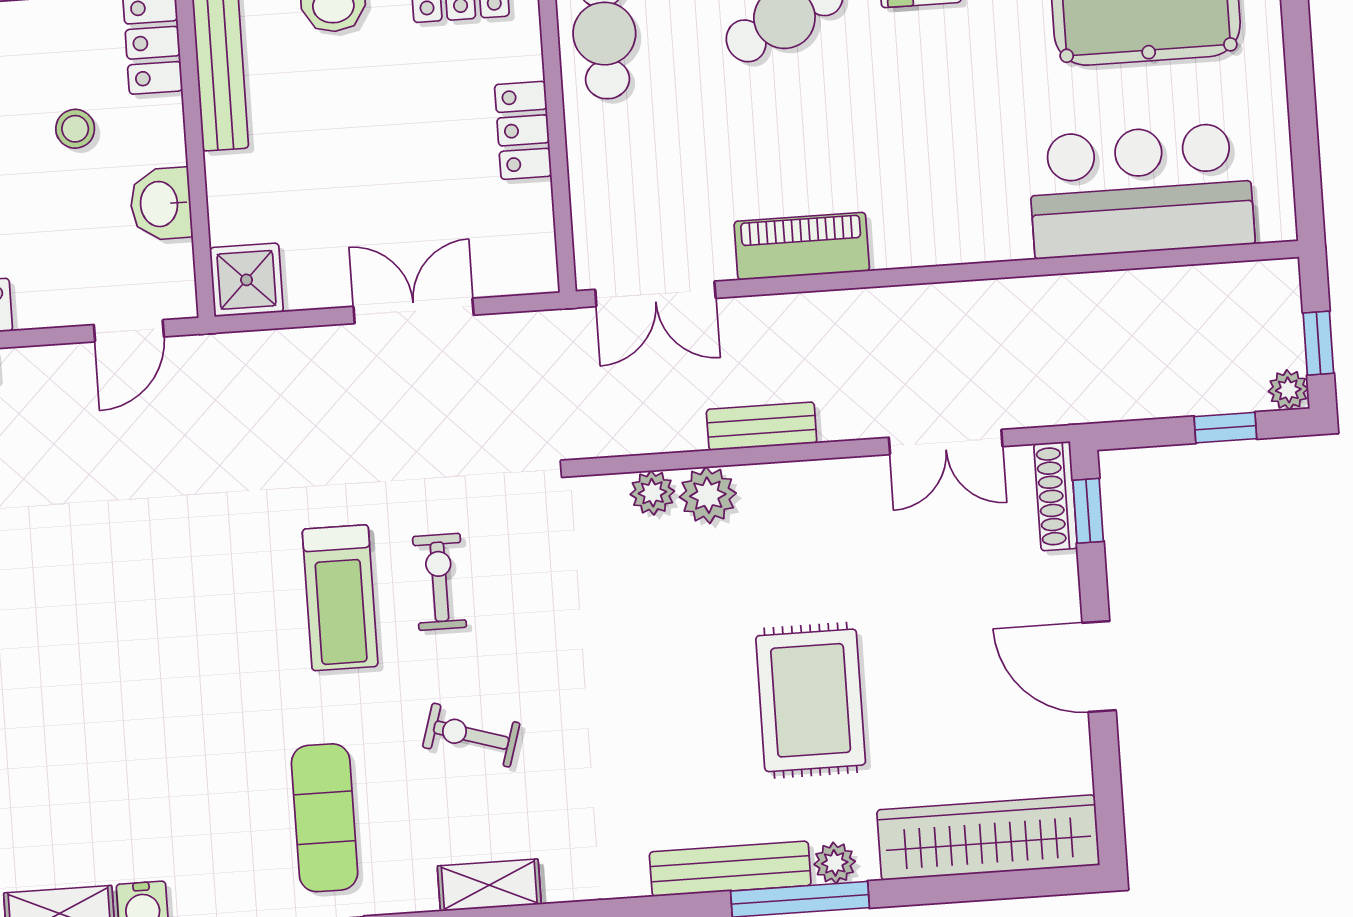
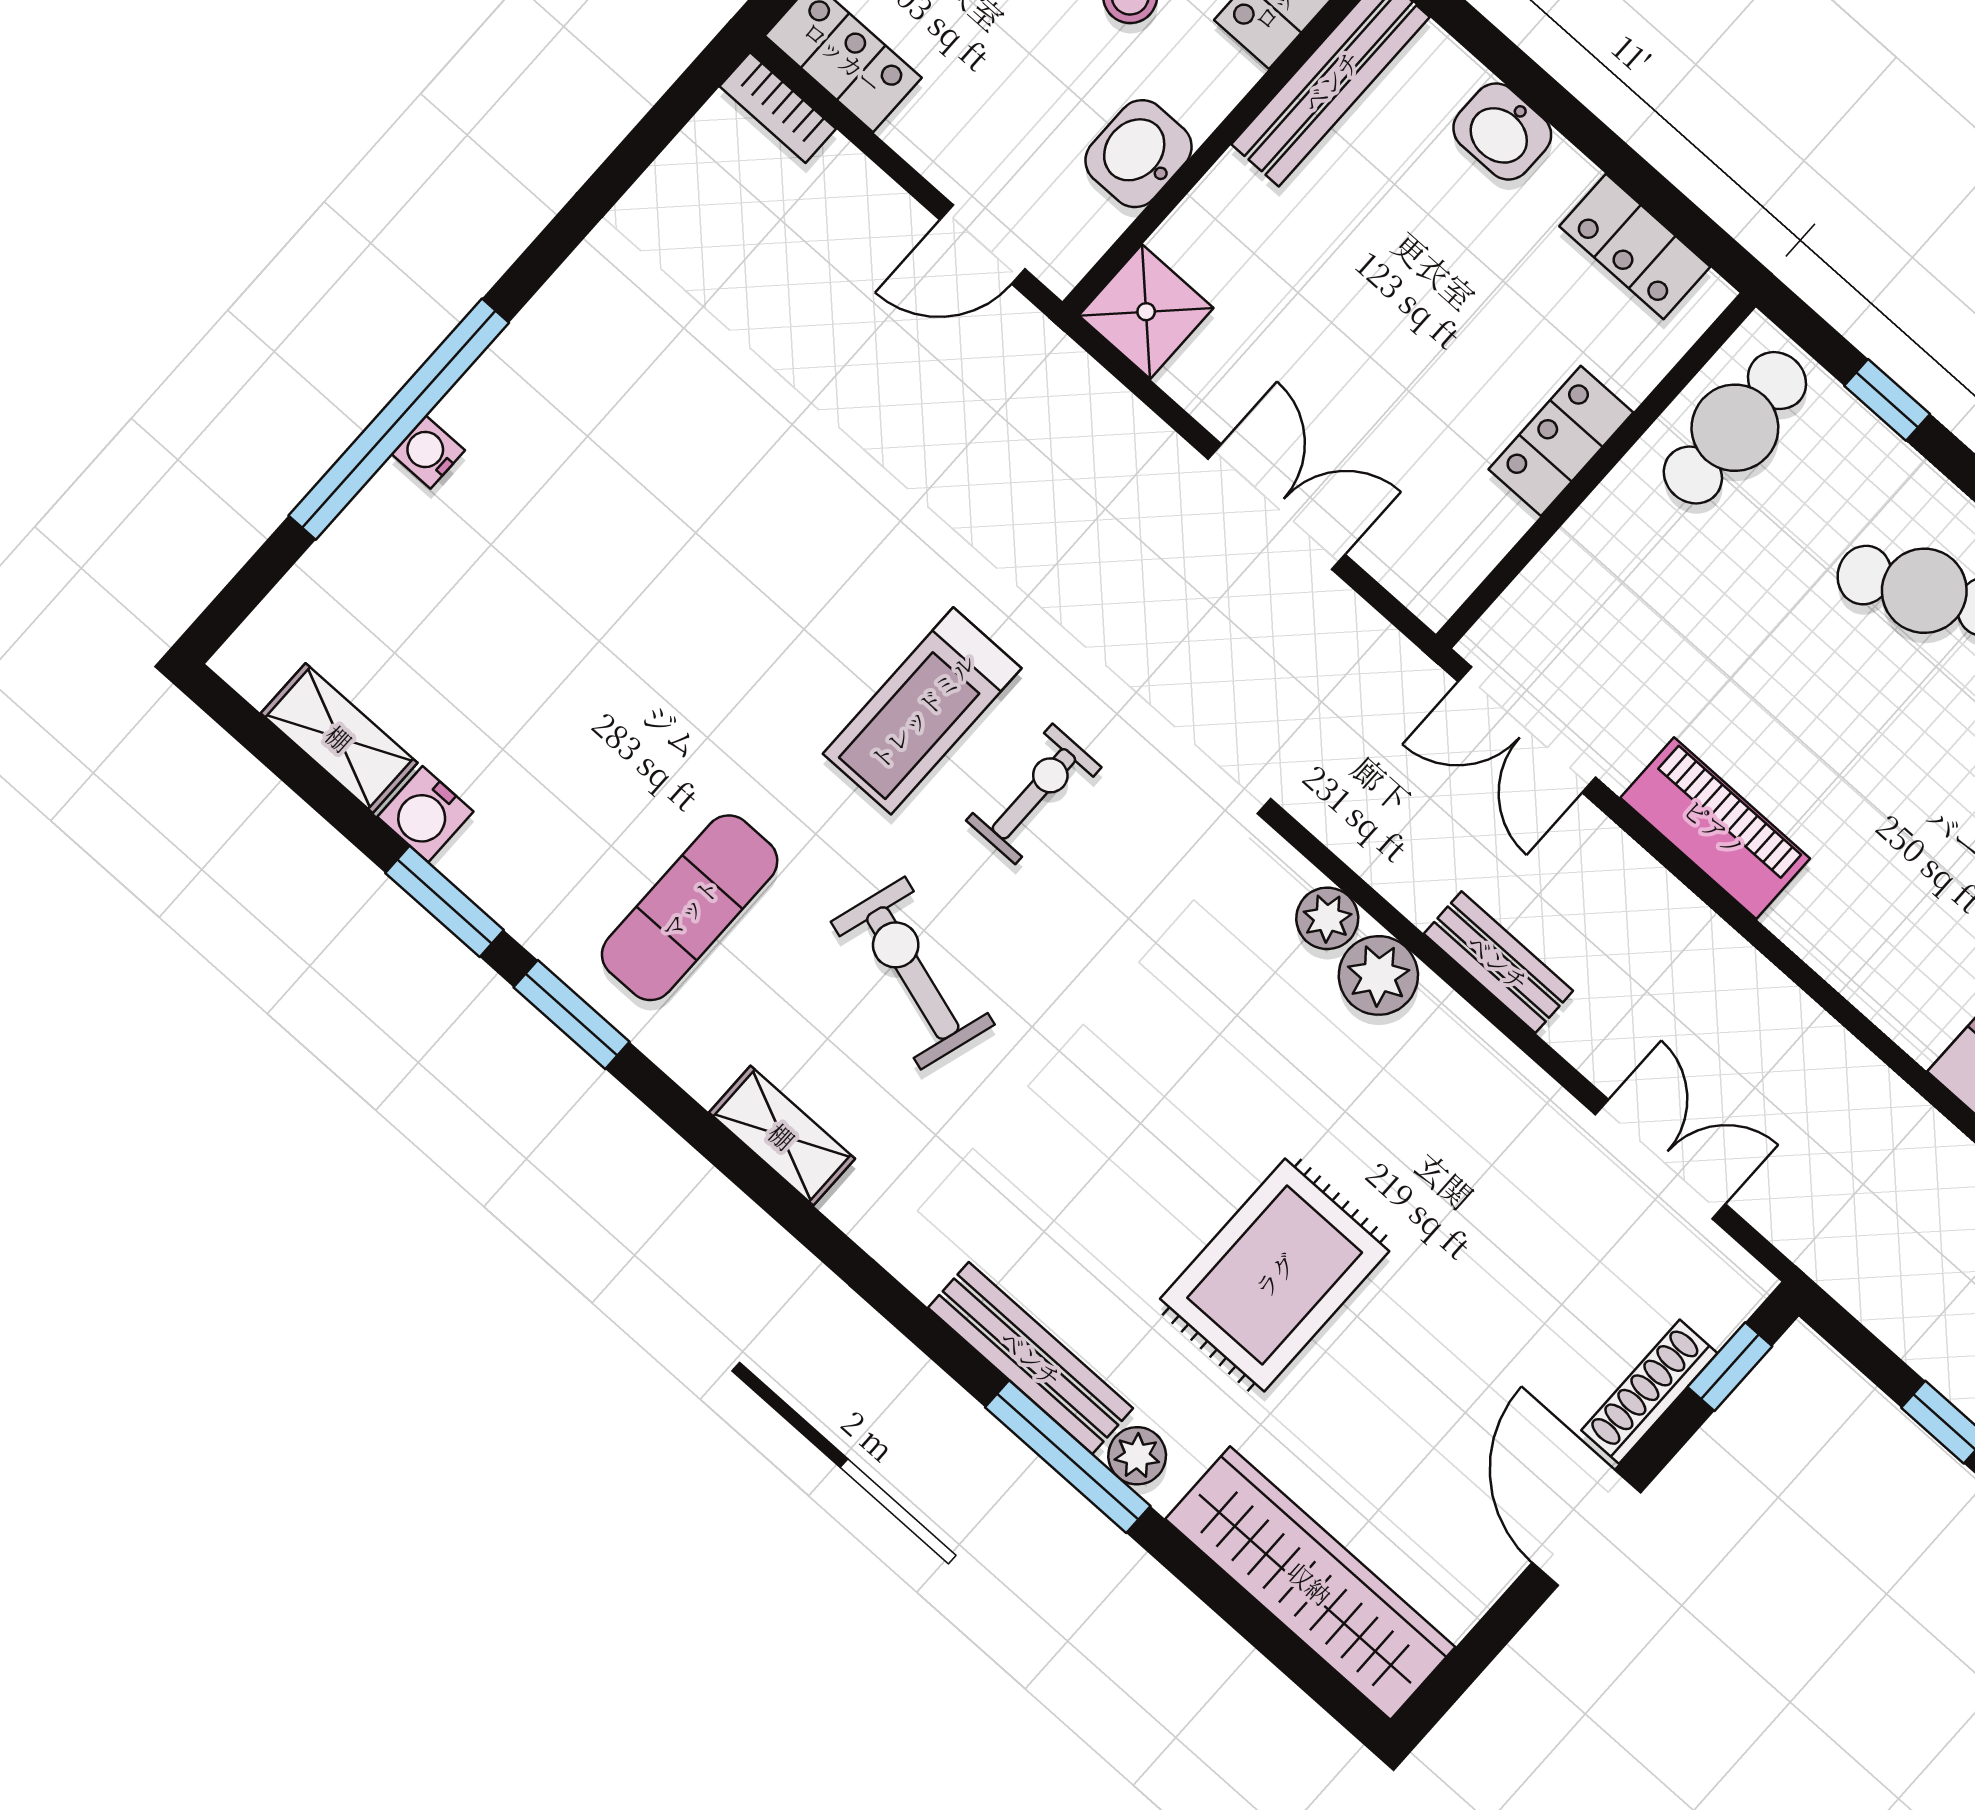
double door: (946, 442) -> (1660, 1159), swing flipped
shoe rack: (1056, 496) -> (1649, 1392), moved
exercise bike: (471, 735) -> (913, 973), width x1.38, depth x1.39

